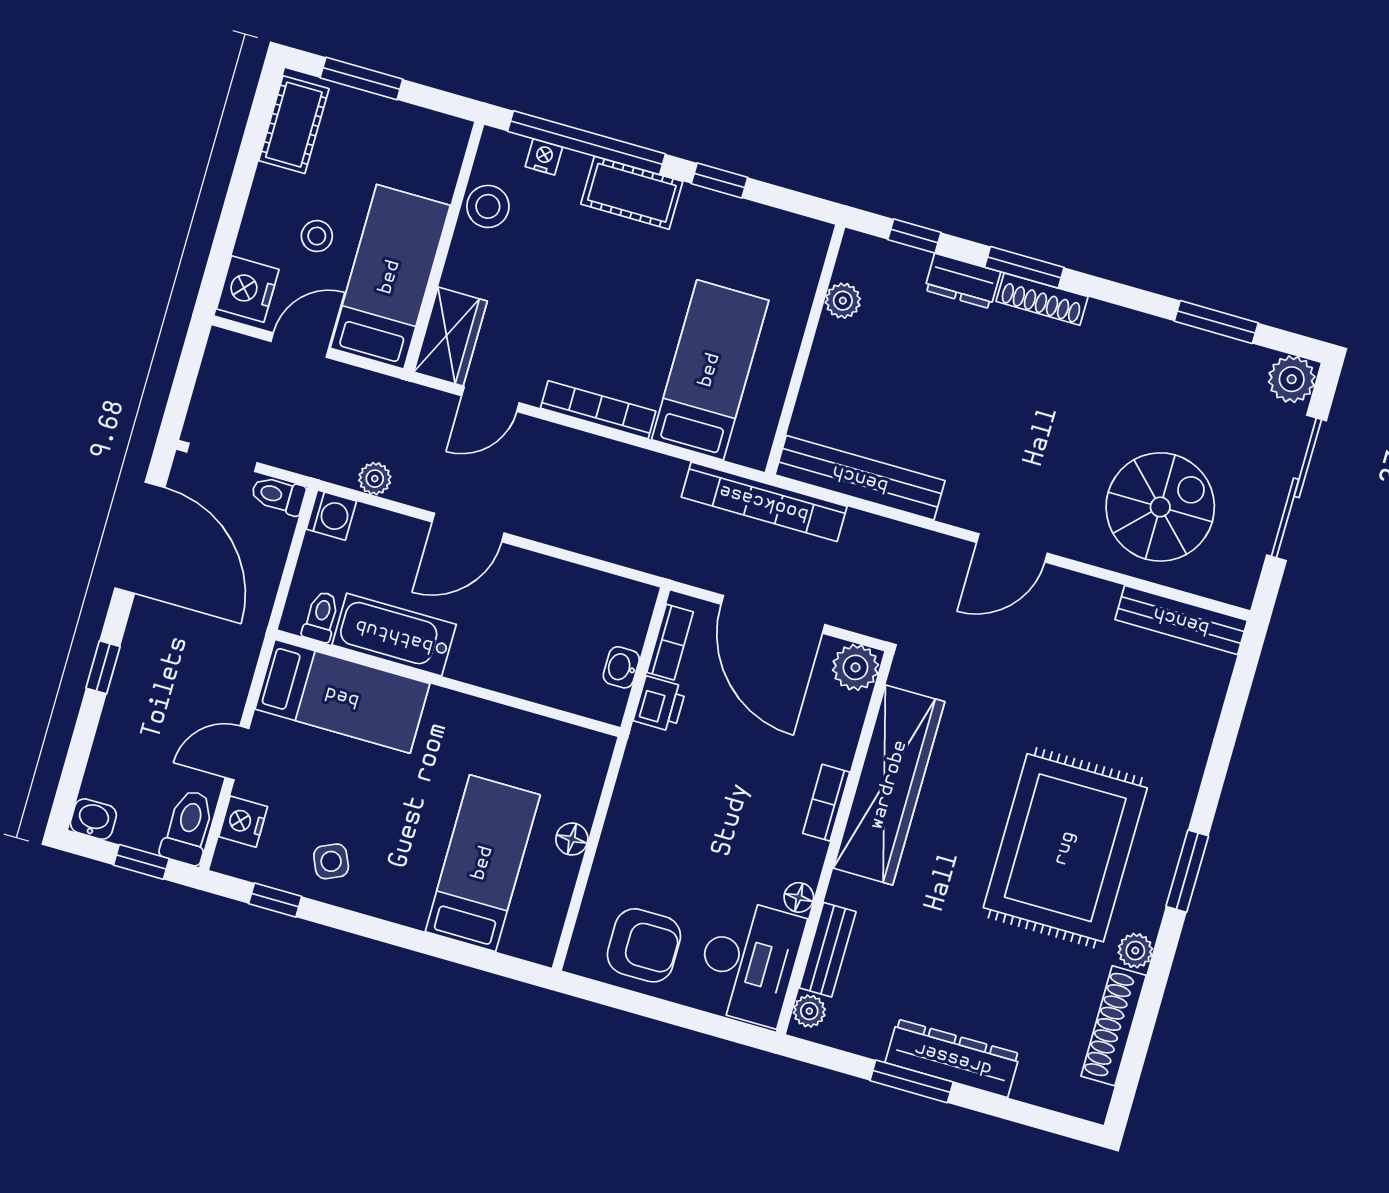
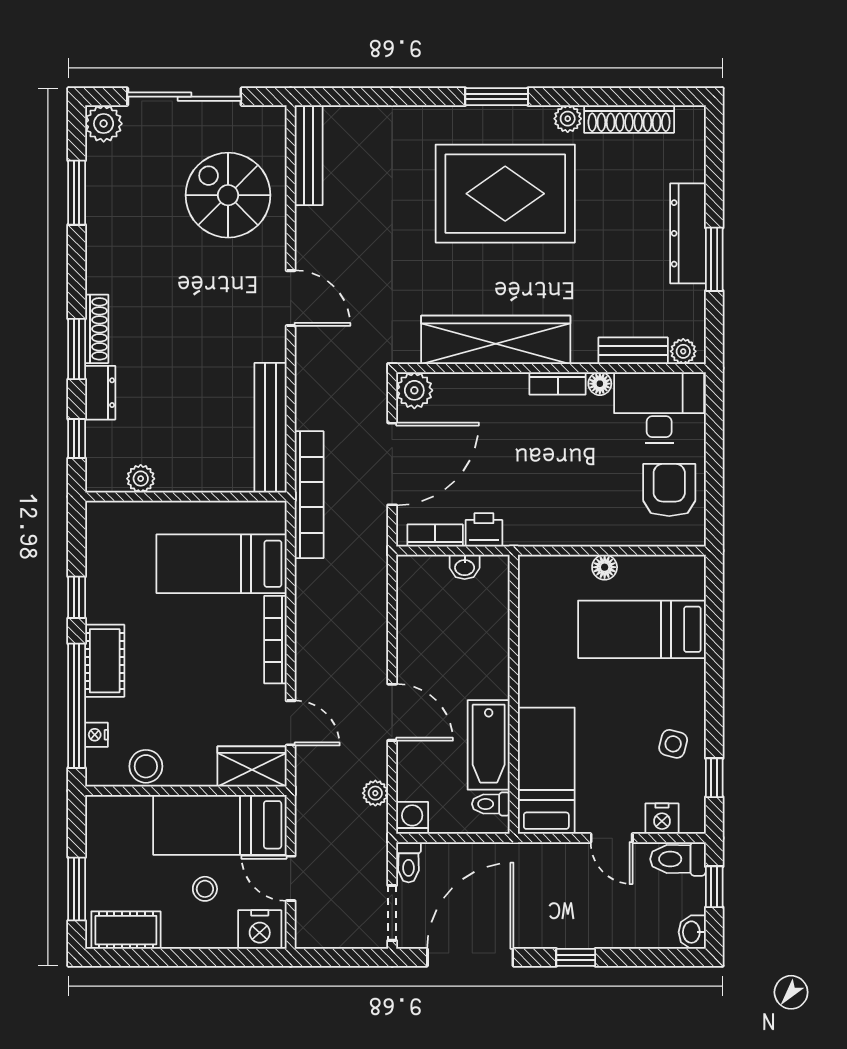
bookcase: (826, 803) -> (558, 383), moved
side table: (331, 861) -> (673, 744), turned 38

